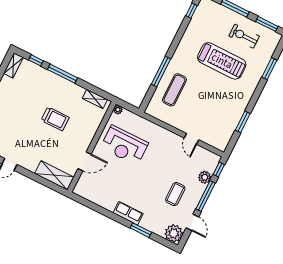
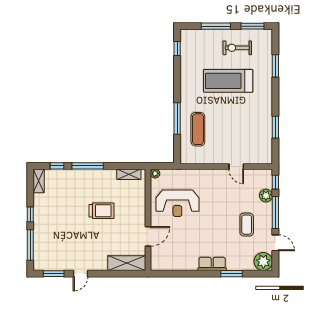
treadmill: (222, 61) -> (228, 81), turned 180

